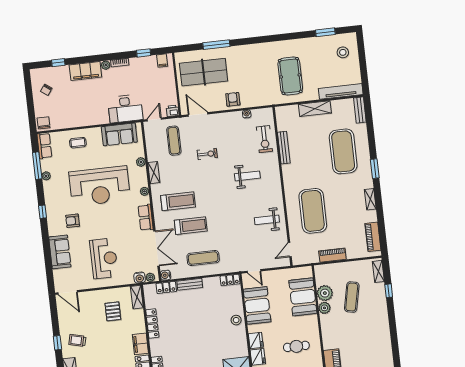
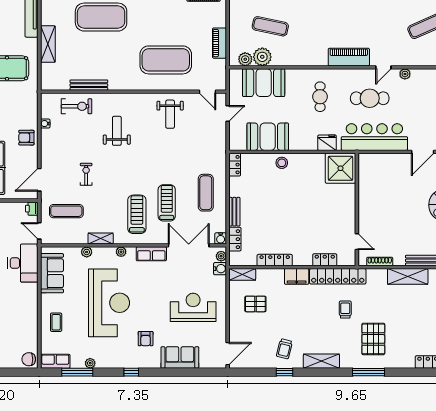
door: (254, 271) -> (228, 113), moved
plant: (324, 308) -> (245, 59), moved
fridge: (256, 341) -> (308, 143), removed

